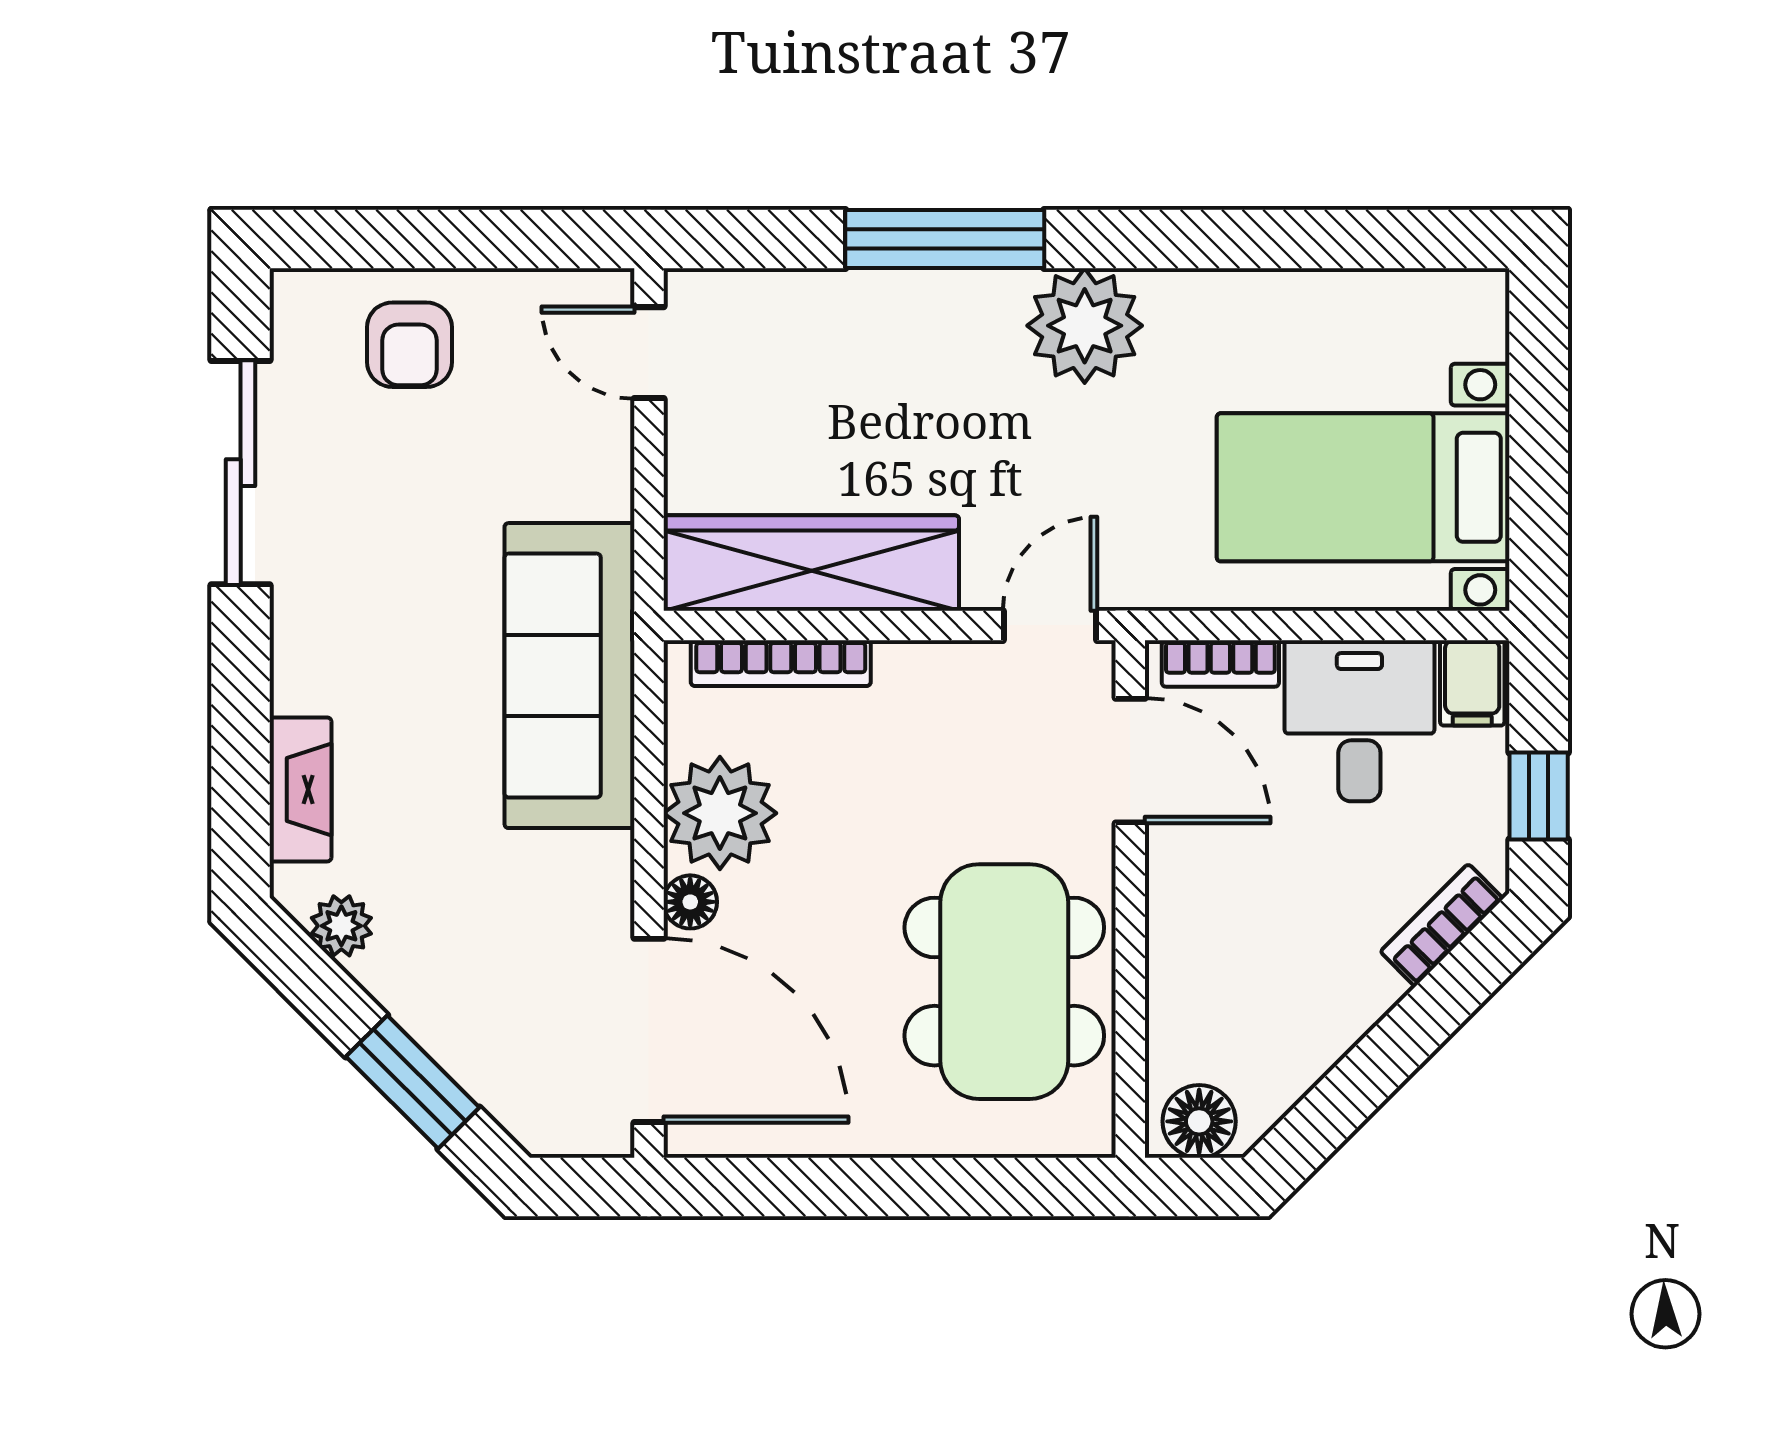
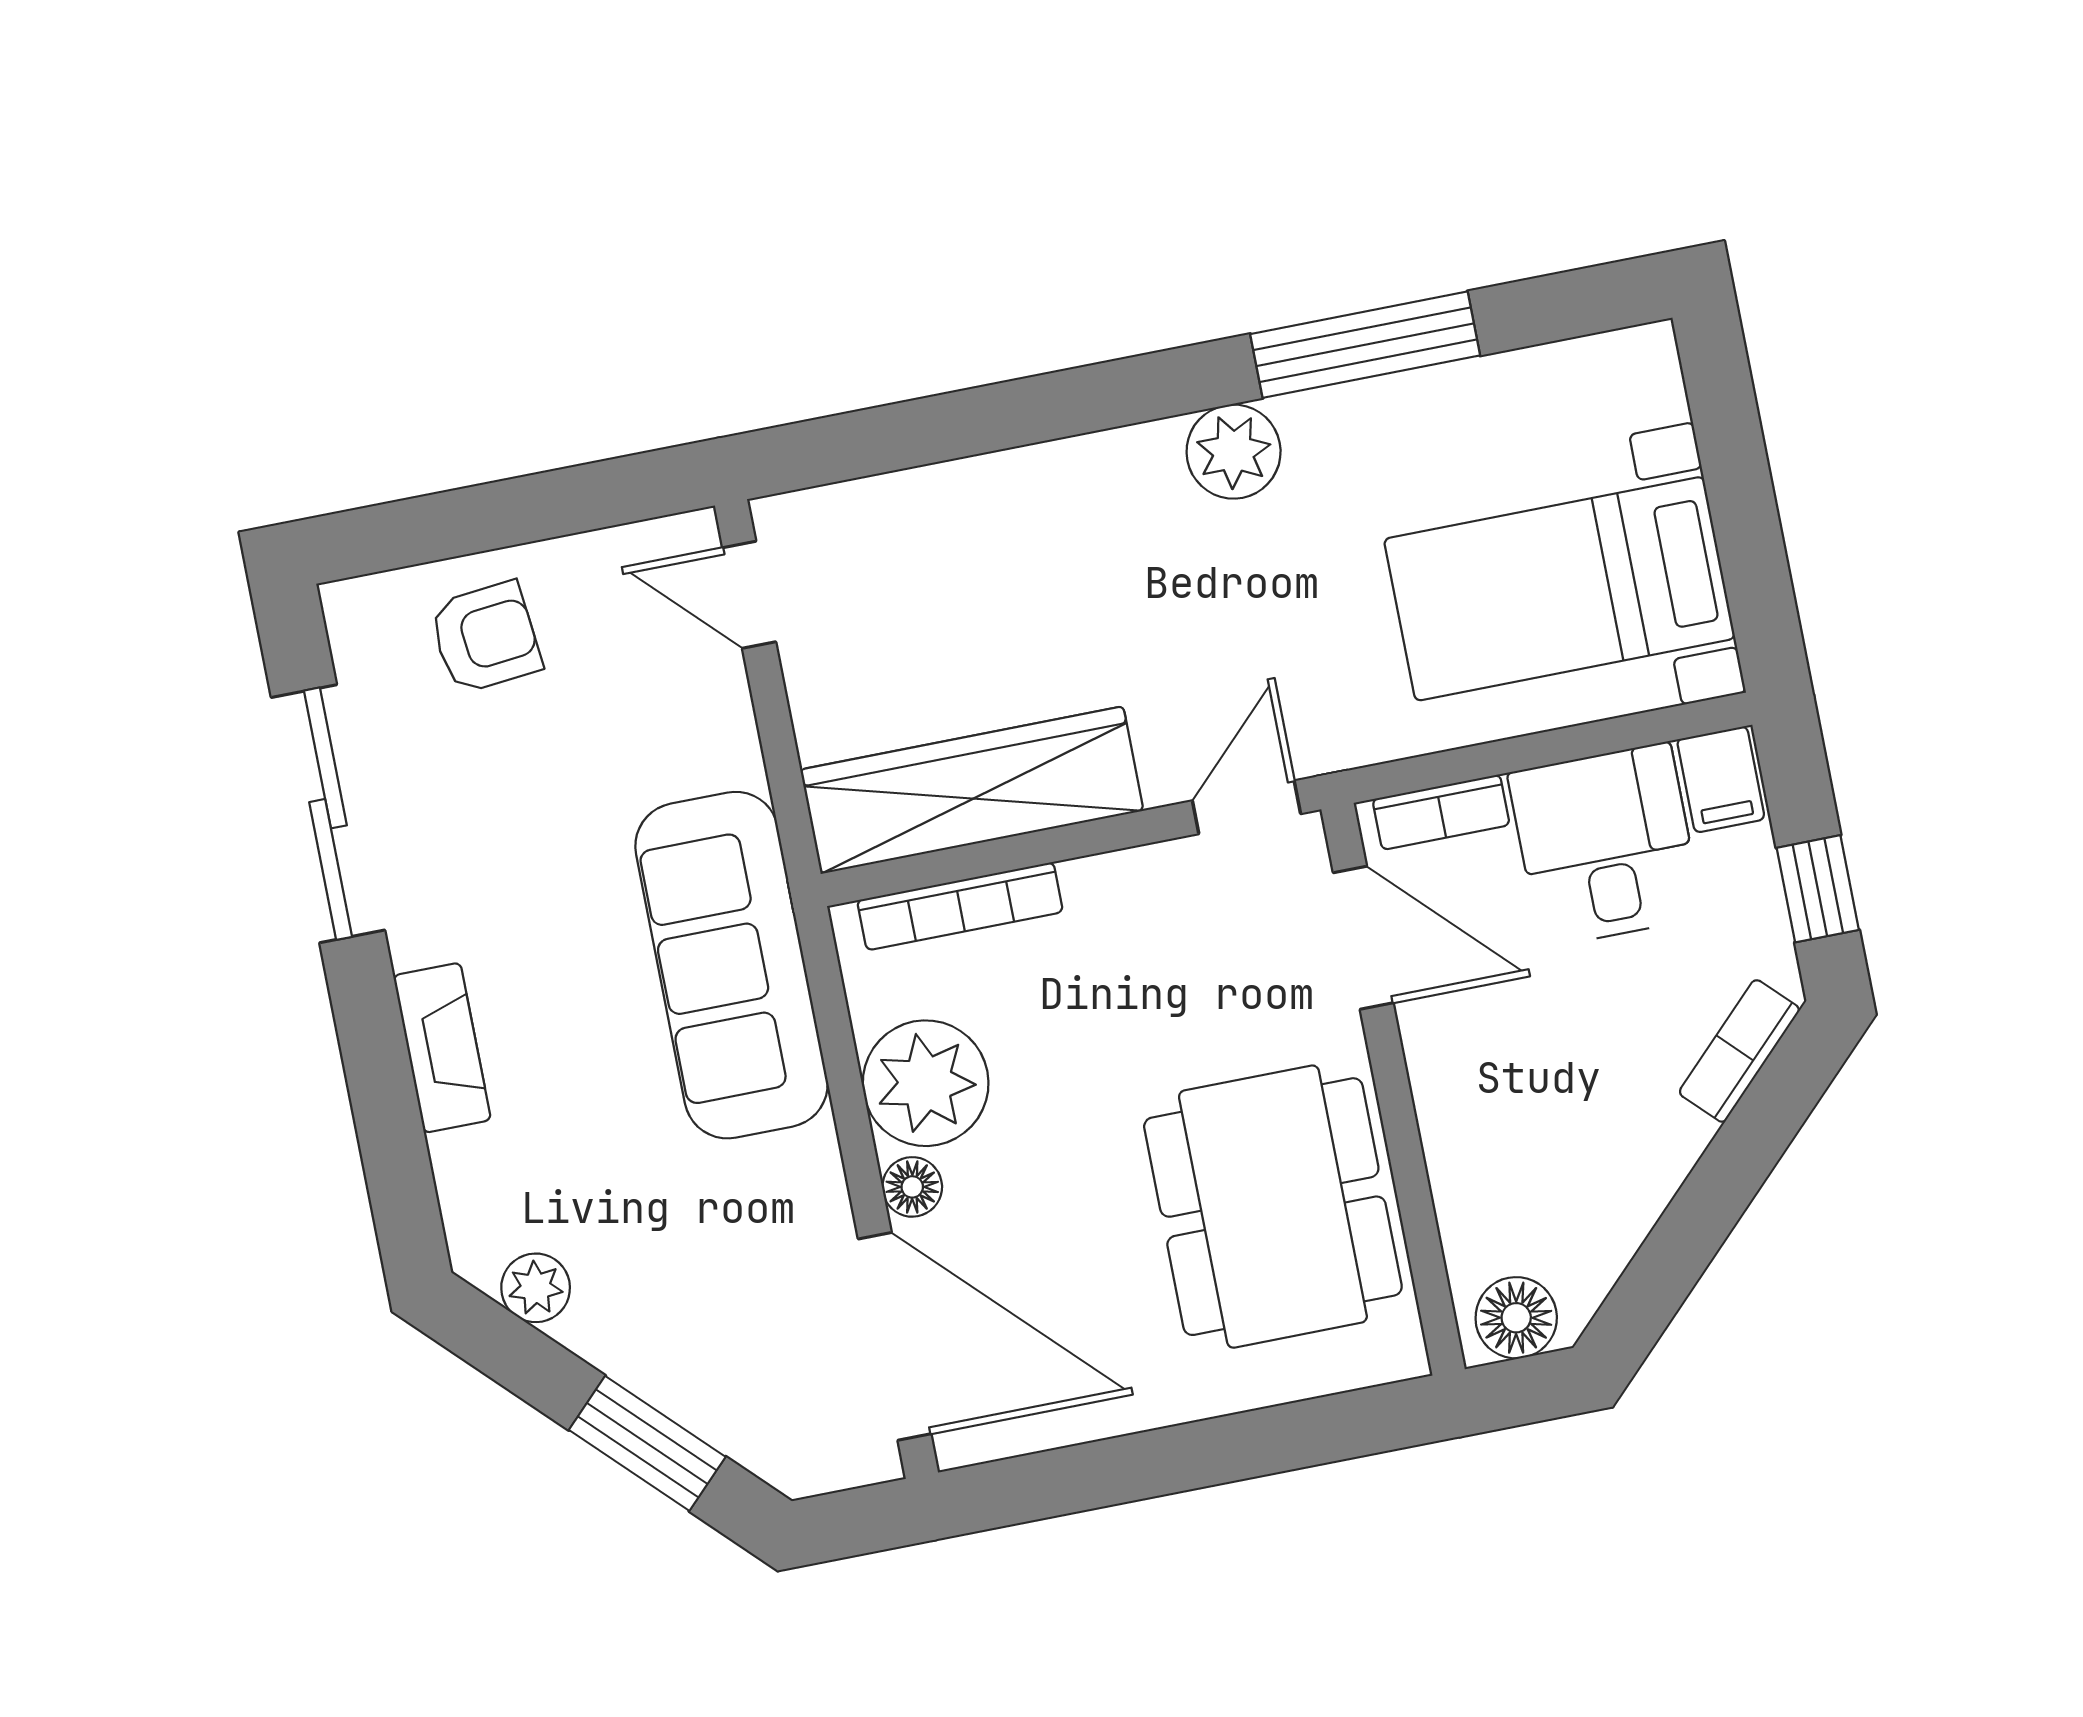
window: (945, 239) -> (1365, 345), moved
plant: (1085, 326) -> (1234, 452), width x0.73, depth x0.73
armchair: (409, 345) -> (485, 637), turned -96
fireplace: (300, 789) -> (442, 1048), moved

